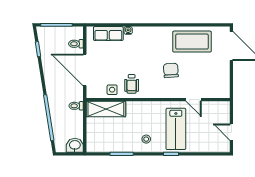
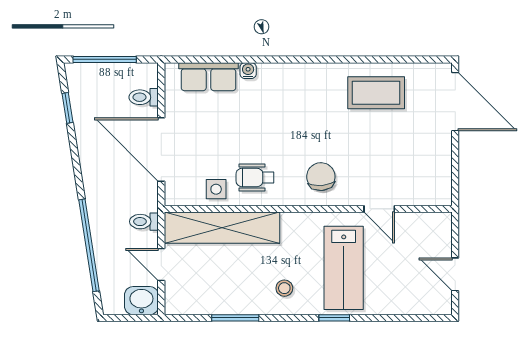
coffee table: (192, 42) -> (376, 93), width x0.73, depth x0.76
chair: (171, 70) -> (321, 177), moved
wheelchair: (132, 84) -> (255, 177), turned 90
shelving: (106, 109) -> (222, 228), width x1.47
door: (85, 127) -> (161, 264), added

